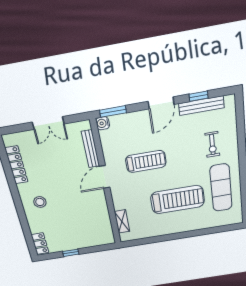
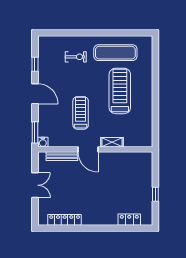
bench: (201, 106) -> (43, 63), removed
stool: (40, 202) -> (101, 209), removed
shelving: (122, 221) -> (112, 142), moved
locker: (40, 244) -> (129, 220), moved

